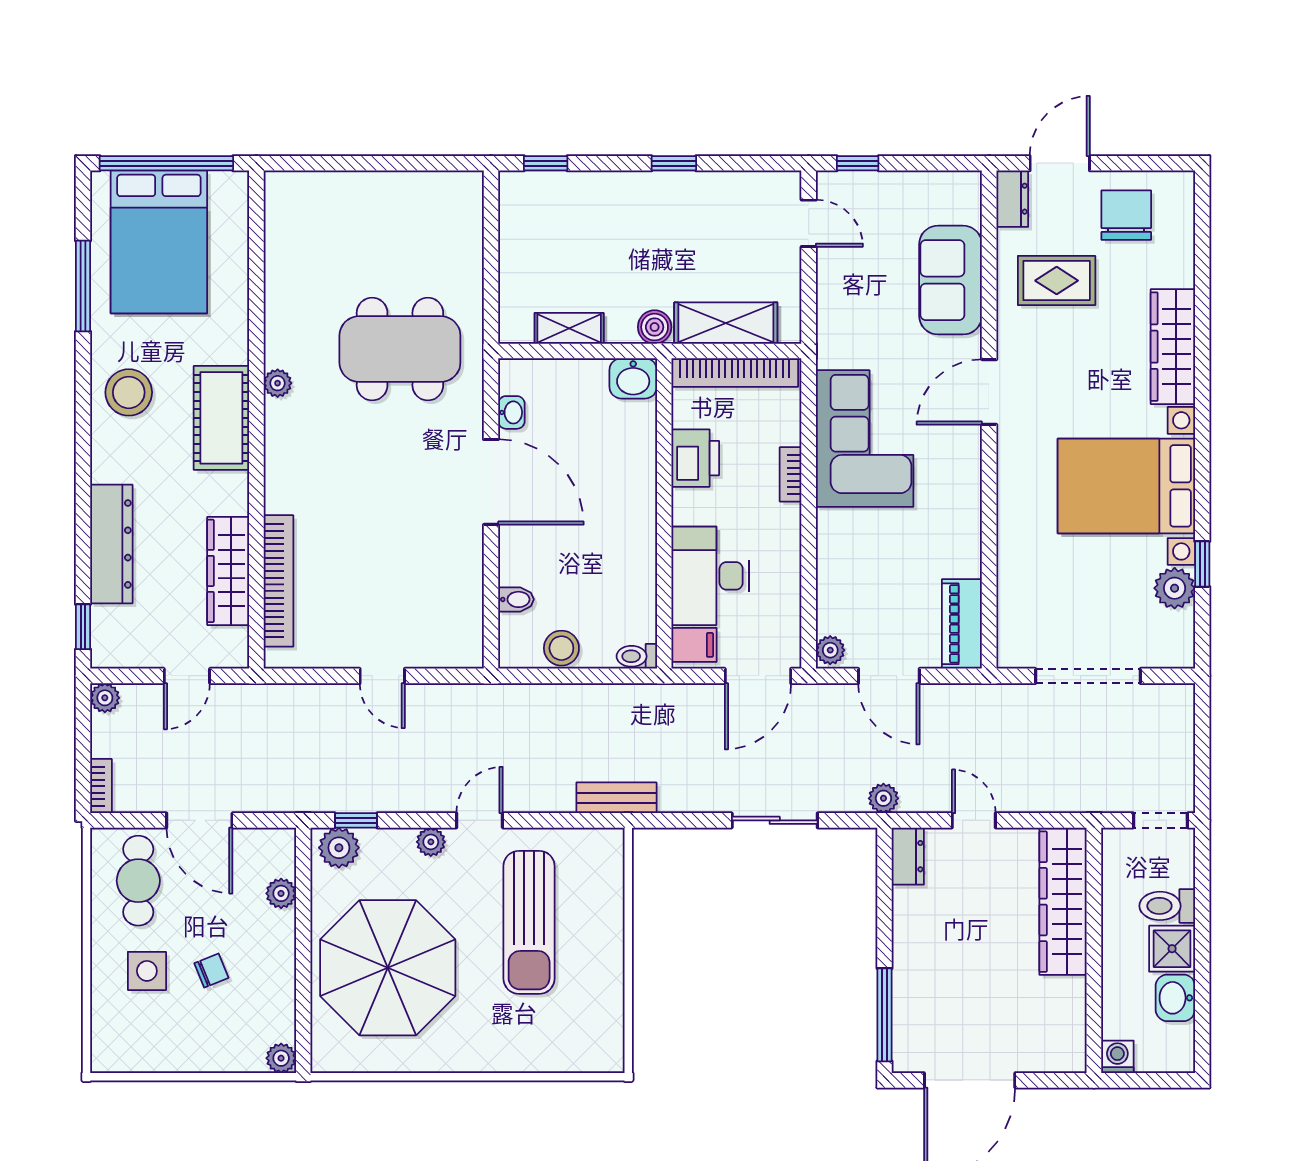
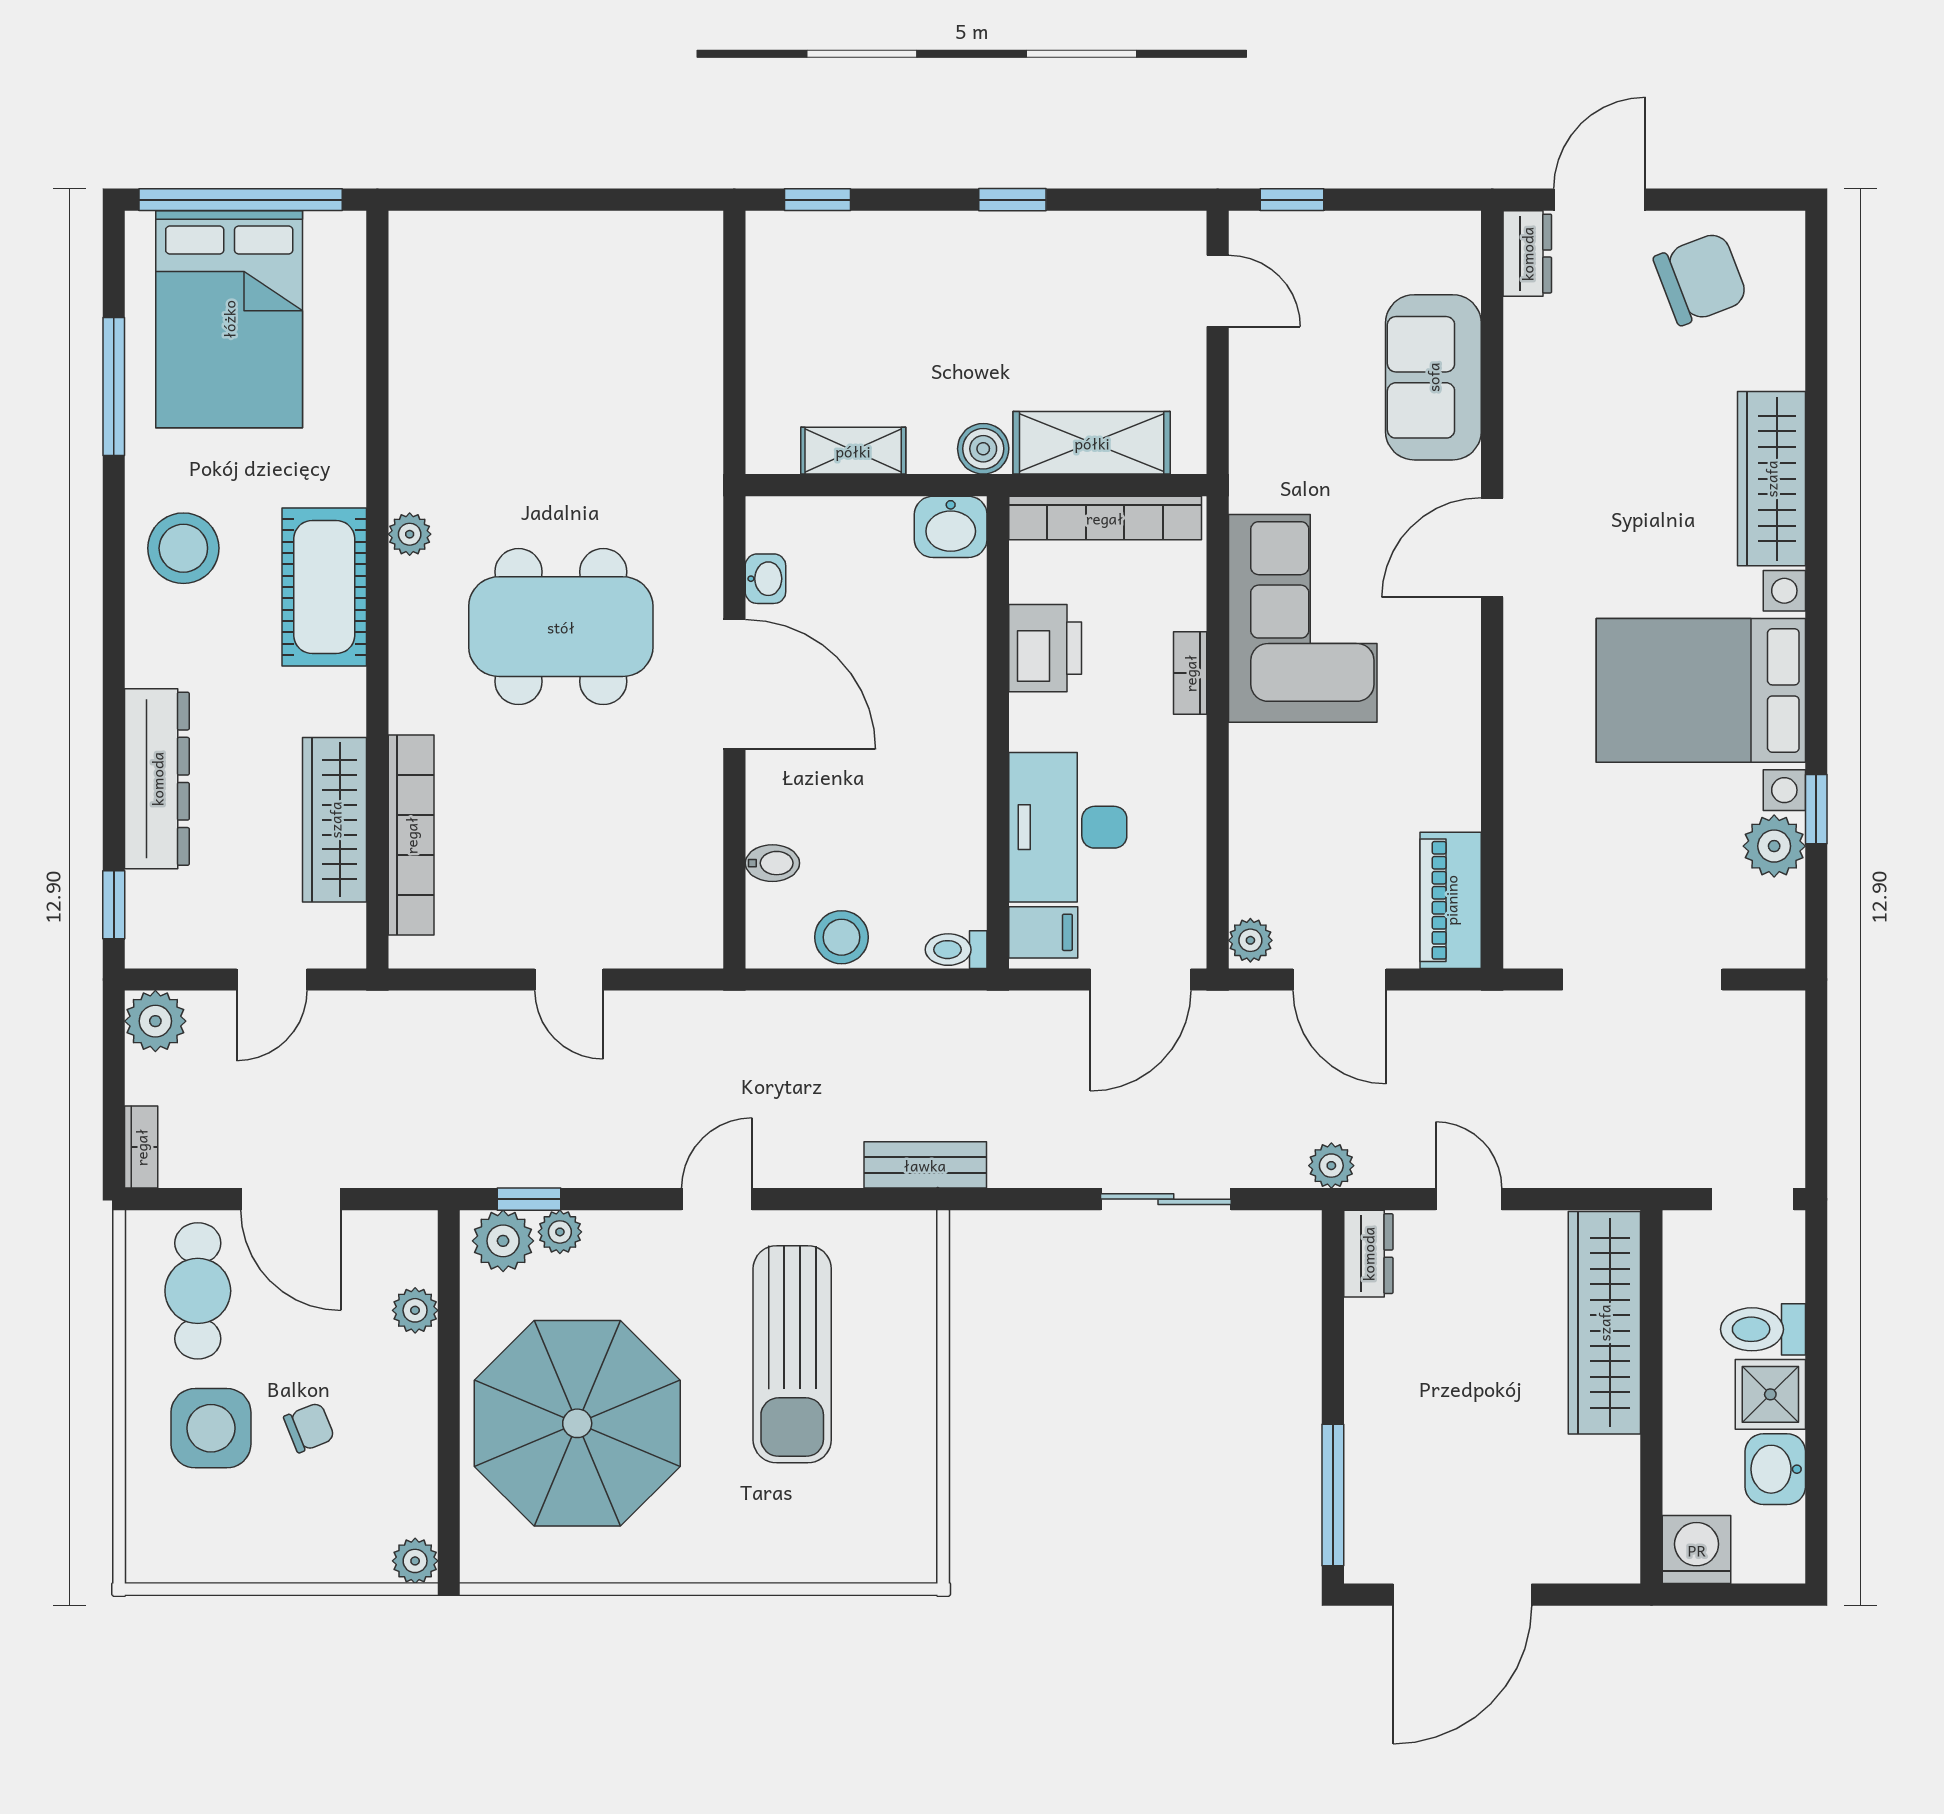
chair: (1126, 215) -> (1701, 279), turned 69
rug: (1057, 281) -> (1595, 378), removed
dining table: (400, 349) -> (561, 627), moved
plant: (105, 698) -> (155, 1021), width x1.38, depth x1.38
plant: (431, 842) -> (560, 1232), moved
side table: (147, 971) -> (211, 1428), width x1.37, depth x1.37
washing machine: (1117, 1057) -> (1697, 1550), width x1.38, depth x1.38

